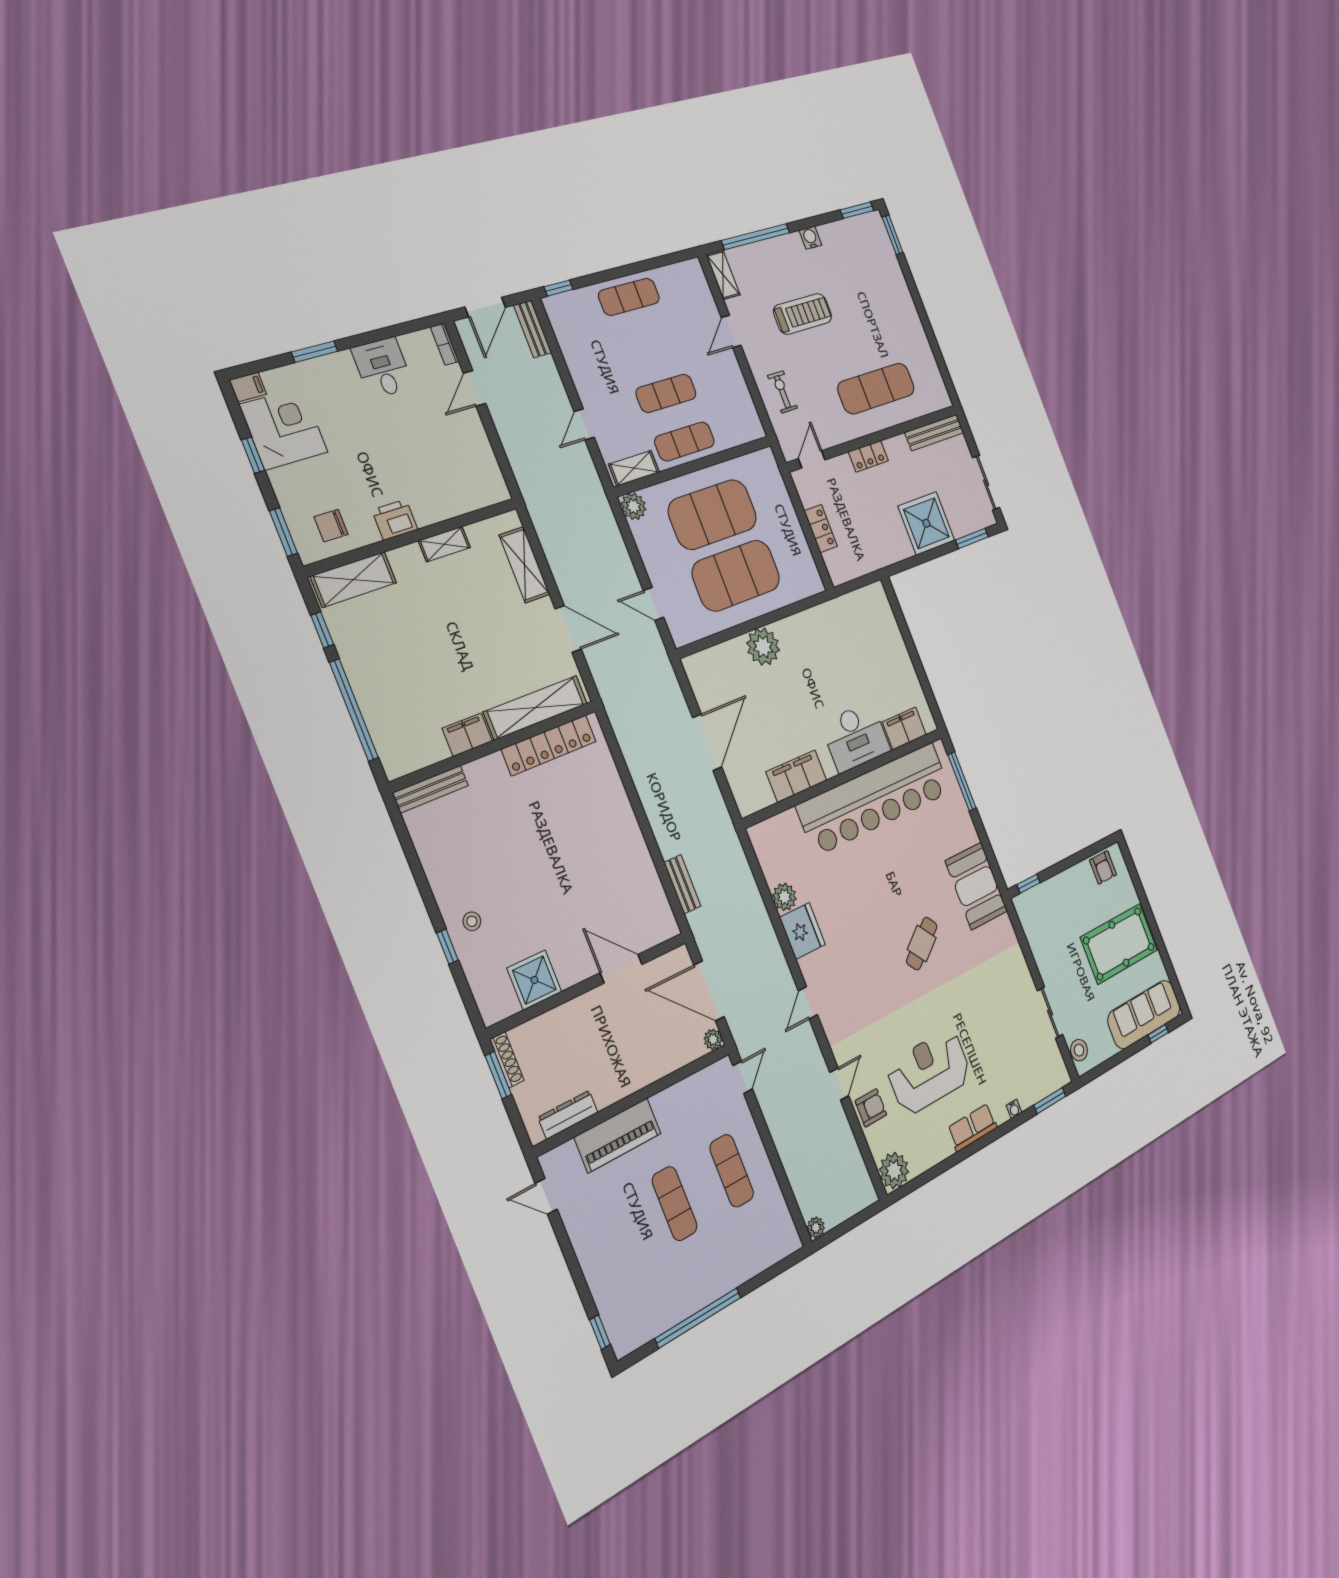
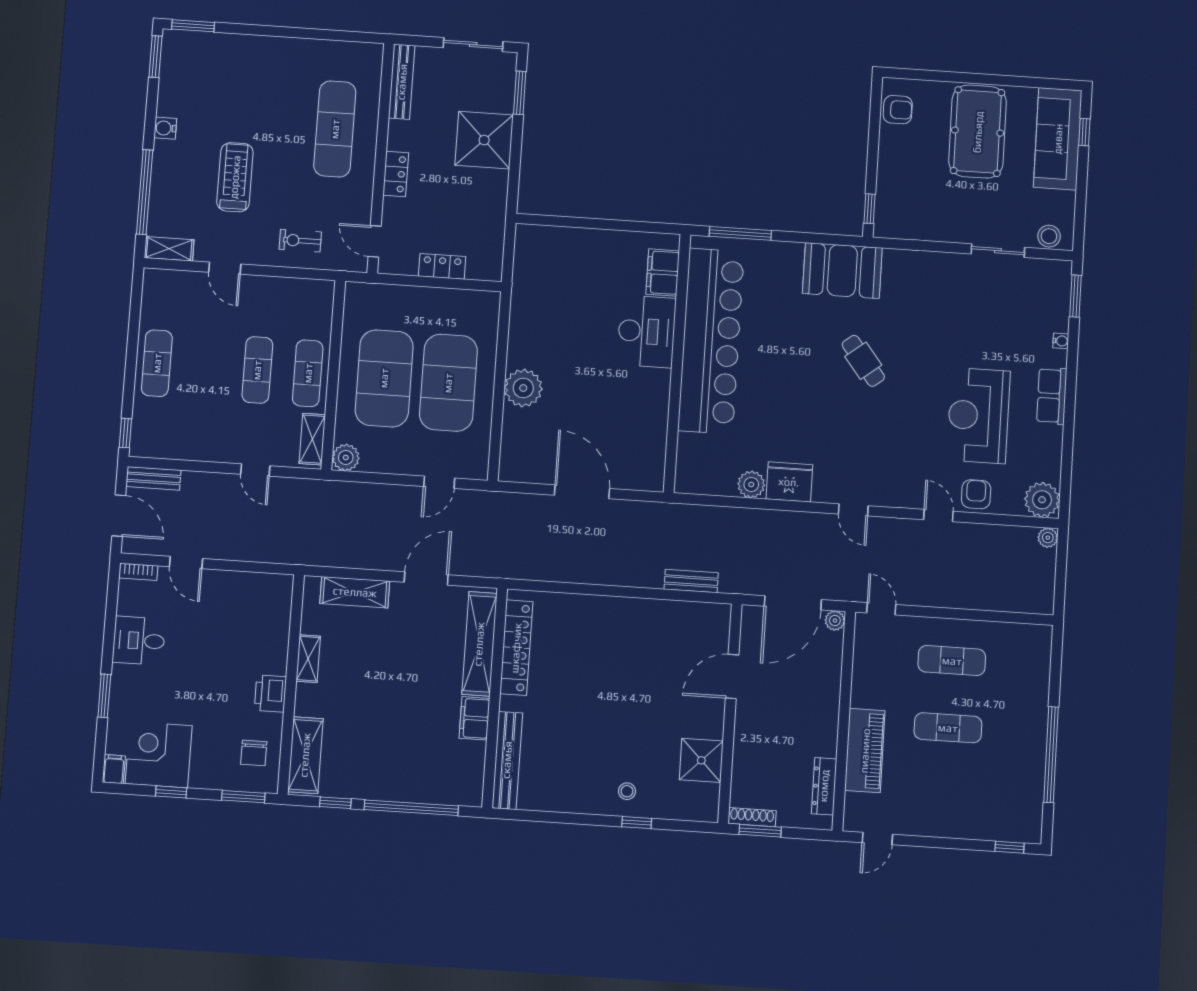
filing cabinet: (796, 776) -> (653, 415), removed
bench: (431, 789) -> (507, 760), width x1.37, depth x1.21
plant: (816, 1227) -> (1048, 538), moved

